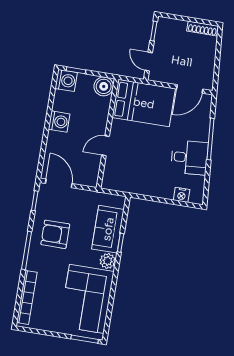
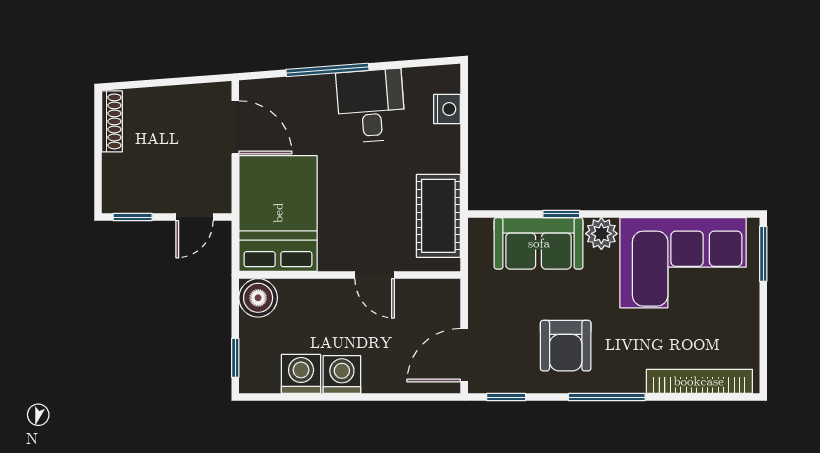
washing machine: (66, 80) -> (301, 374), moved
cot: (130, 182) -> (438, 216), added

